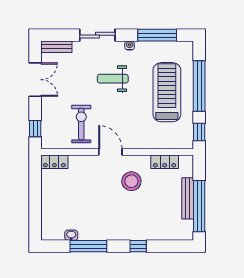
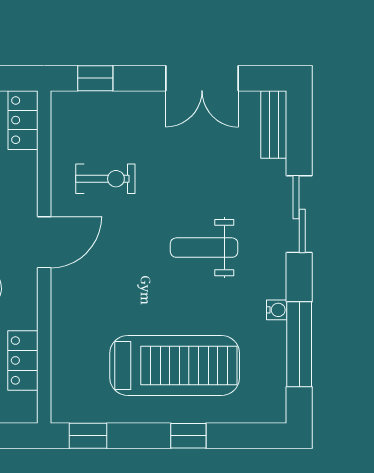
water cooler: (130, 45) -> (277, 310), moved
weight bench: (113, 79) -> (204, 248), turned -90
window: (199, 86) -> (188, 436), width x0.32
exercise bike: (81, 124) -> (105, 179), width x0.73, depth x0.72

